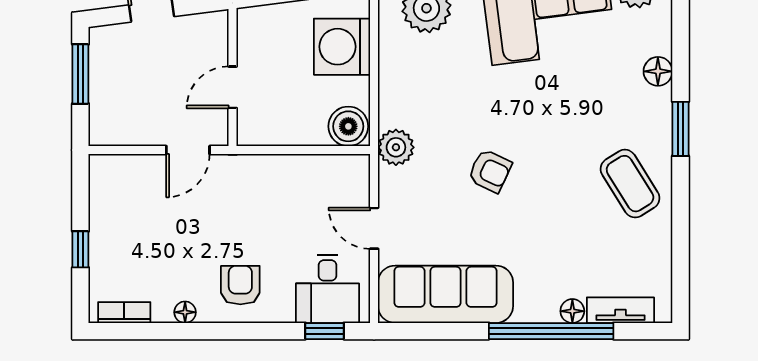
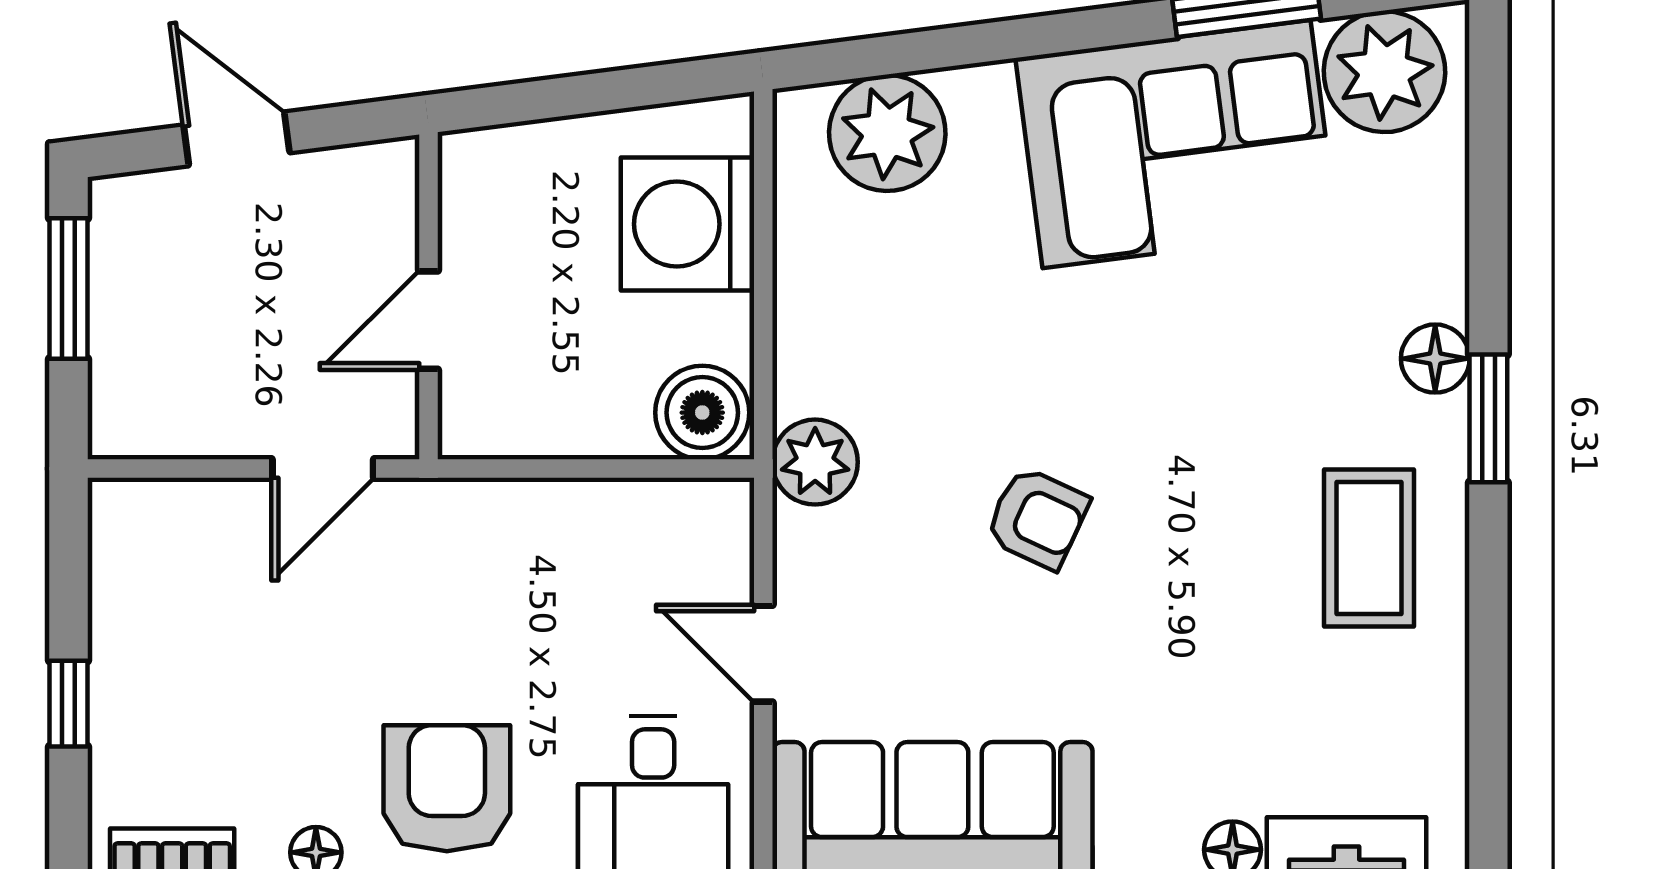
floor lamp: (658, 71) -> (1435, 359), moved
coffee table: (630, 184) -> (1369, 548), turned 32
armchair: (240, 285) -> (447, 788), width x1.38, depth x1.38

